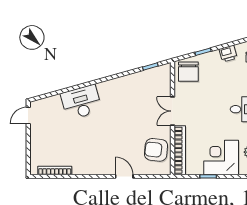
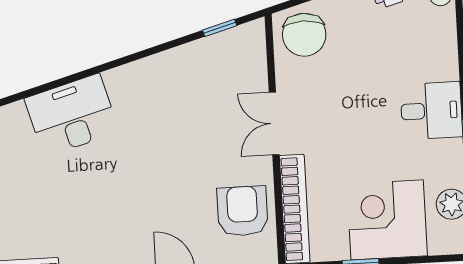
armchair: (156, 150) -> (242, 211), turned 84

